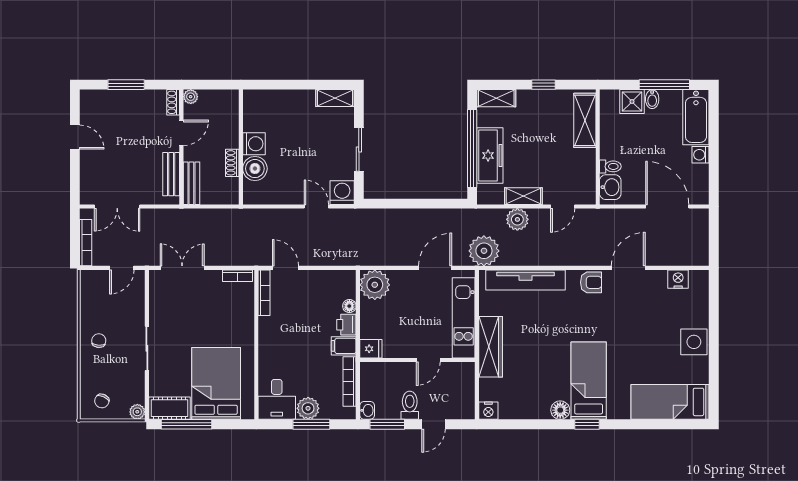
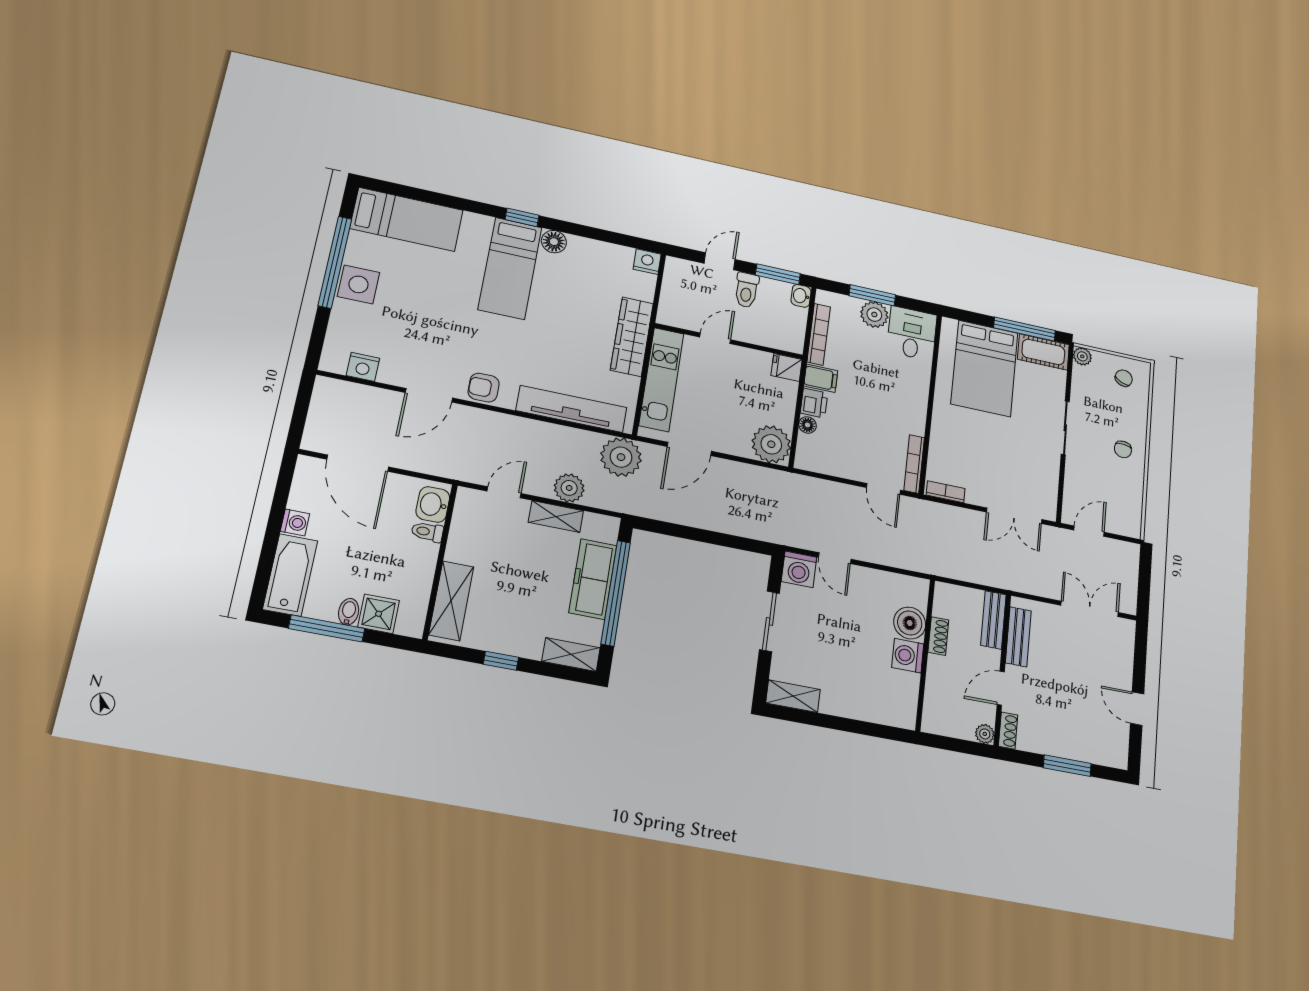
bookcase: (86, 243) -> (1132, 571), removed
window: (714, 355) -> (335, 262), added

